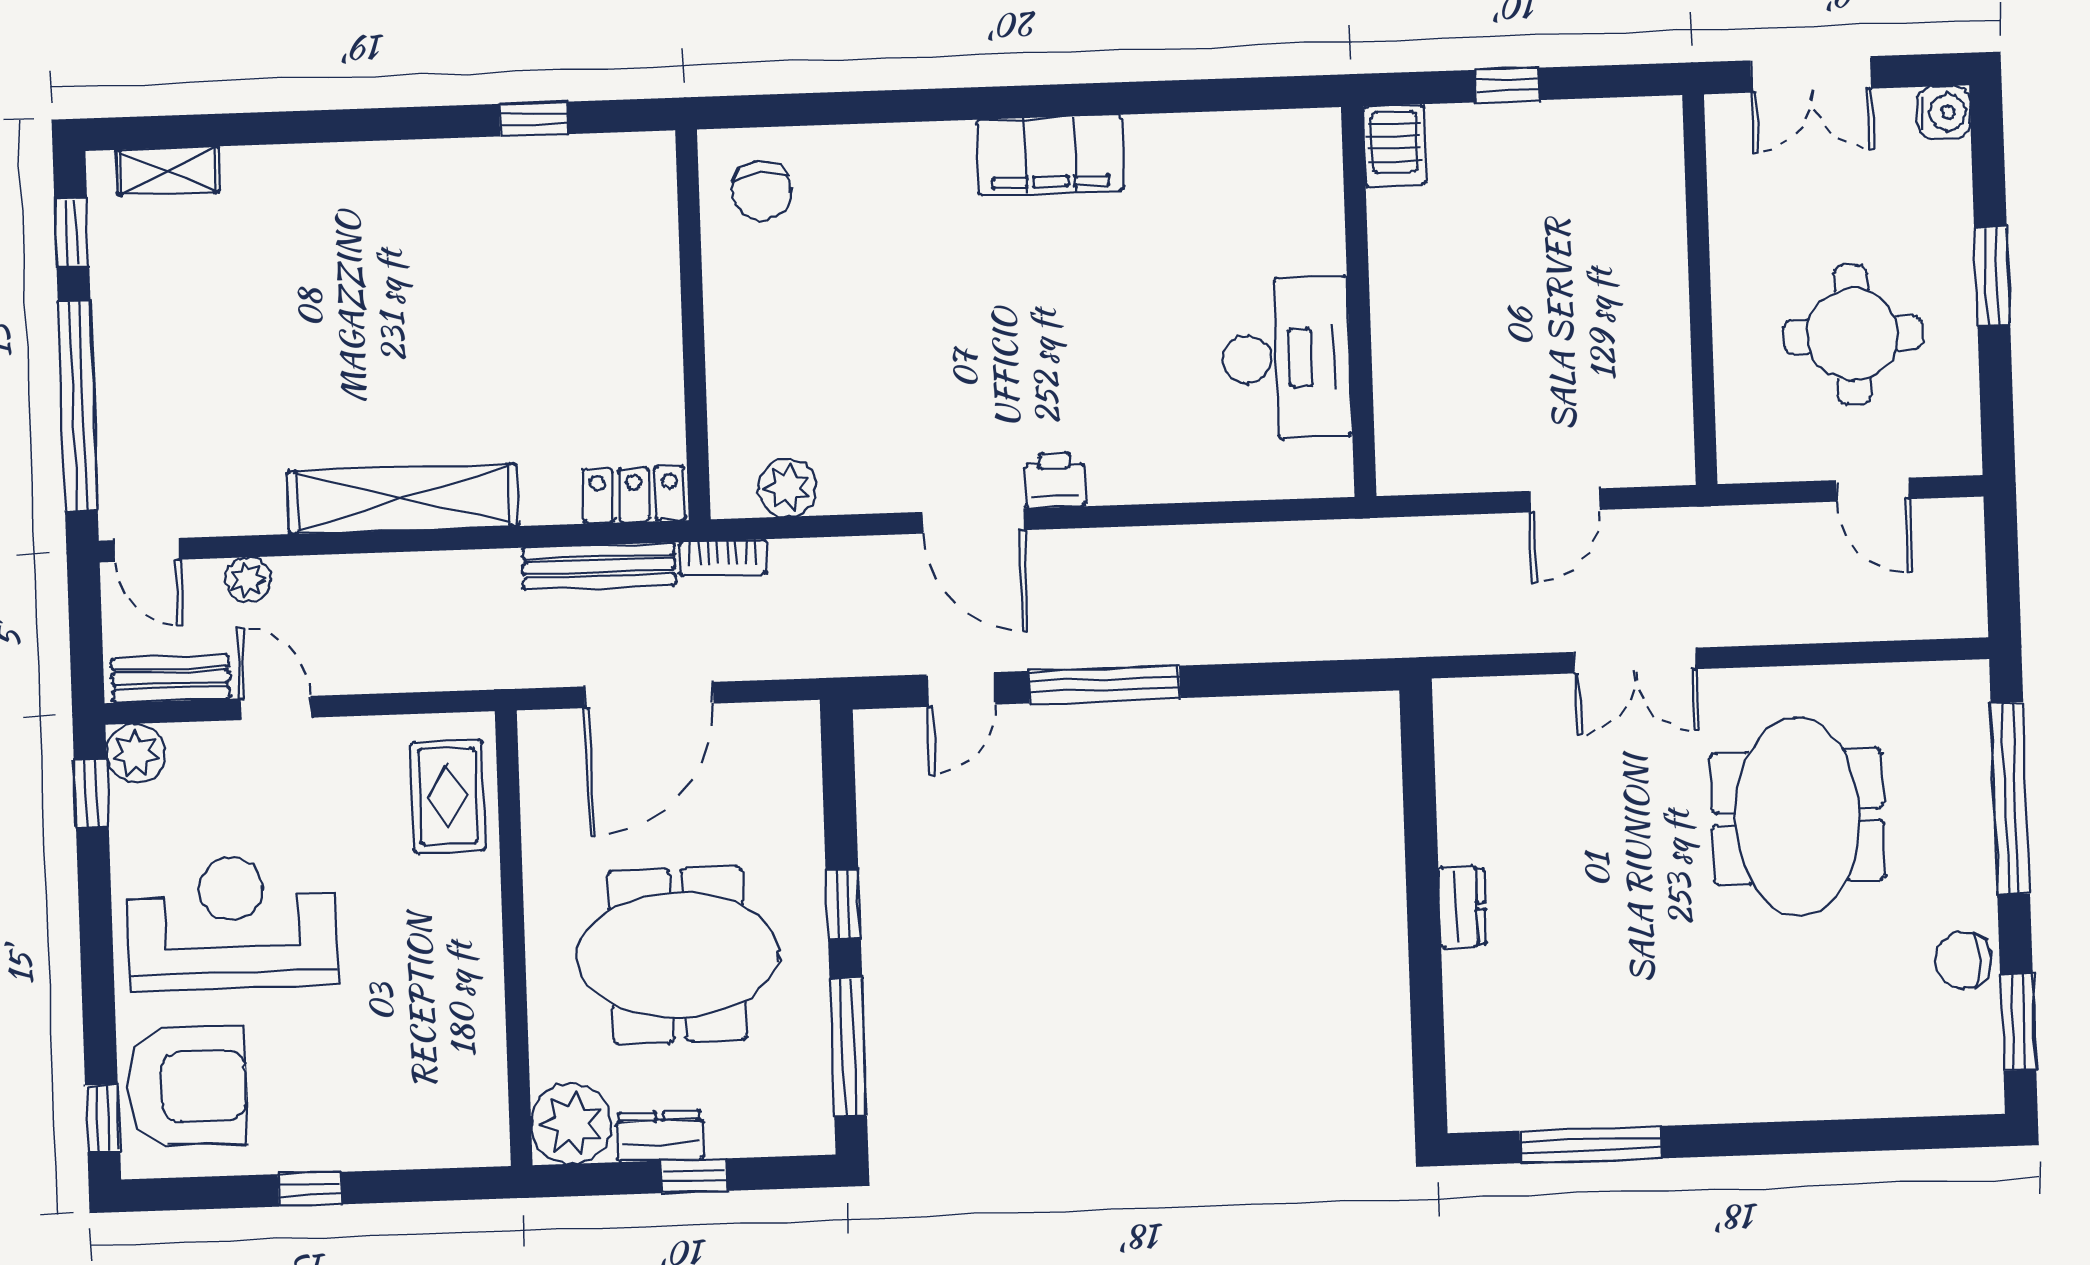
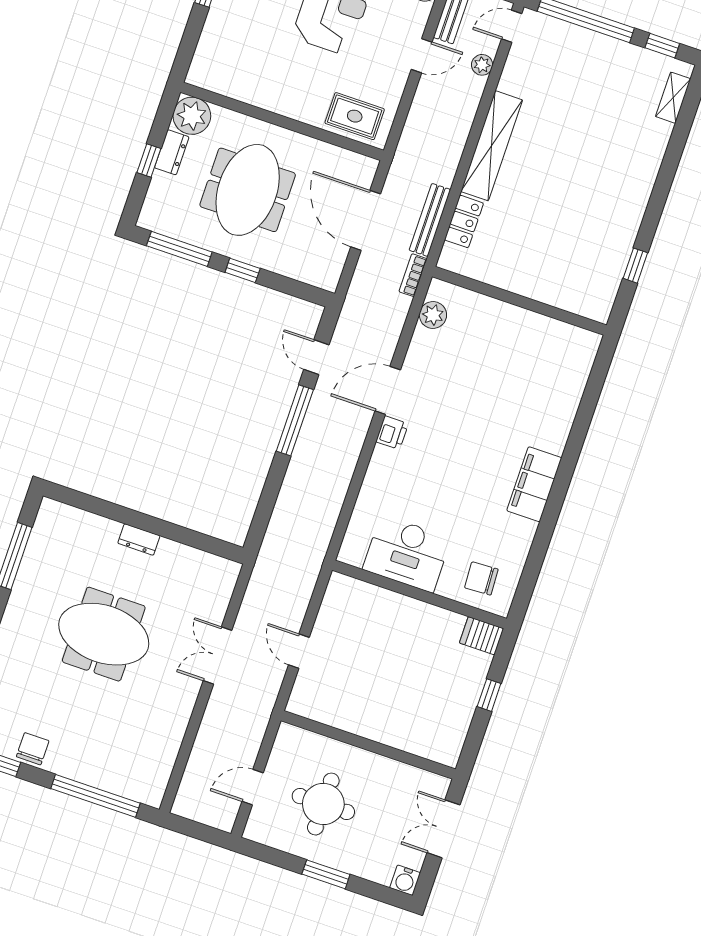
chair: (762, 191) -> (481, 578), moved
locker: (634, 495) -> (464, 221), moved
meeting table: (1797, 817) -> (104, 634), moved

